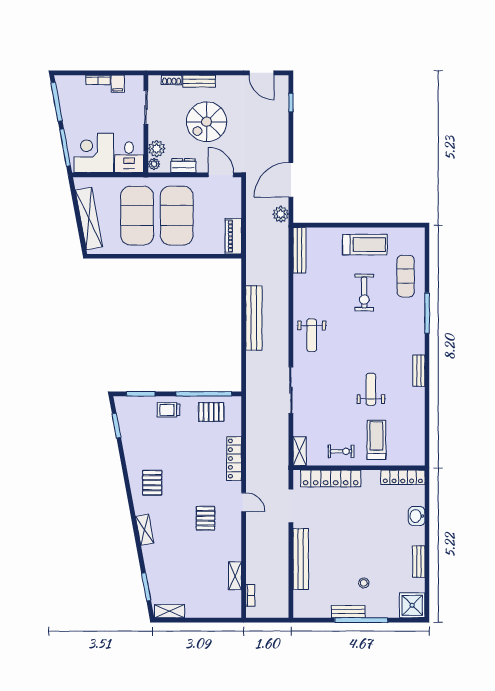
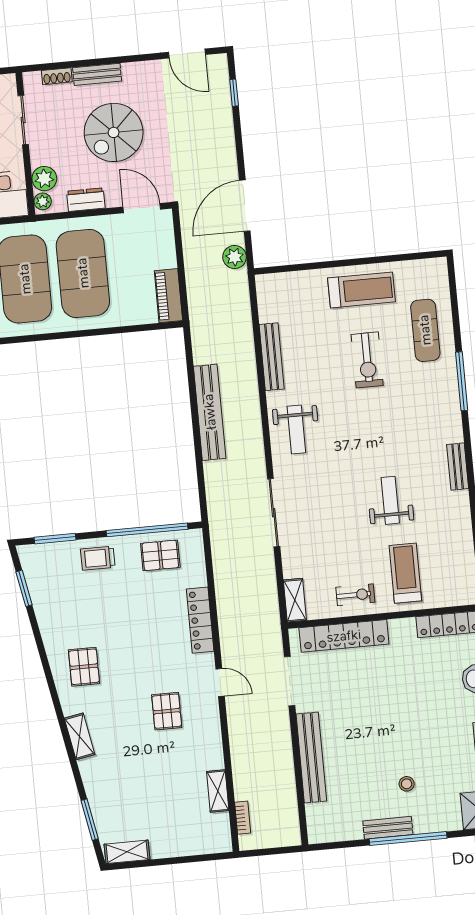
bench: (300, 250) -> (272, 357), moved

